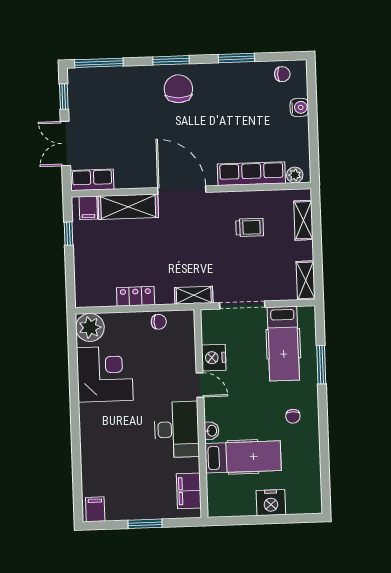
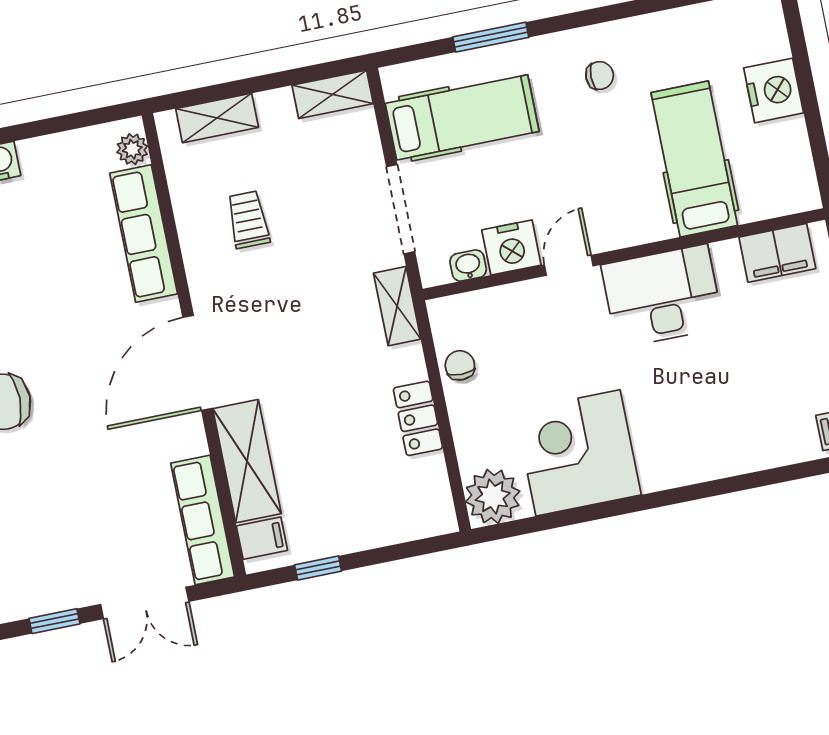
row of seats: (92, 180) -> (203, 520), width x1.48
washbasin: (212, 431) -> (468, 266), moved

